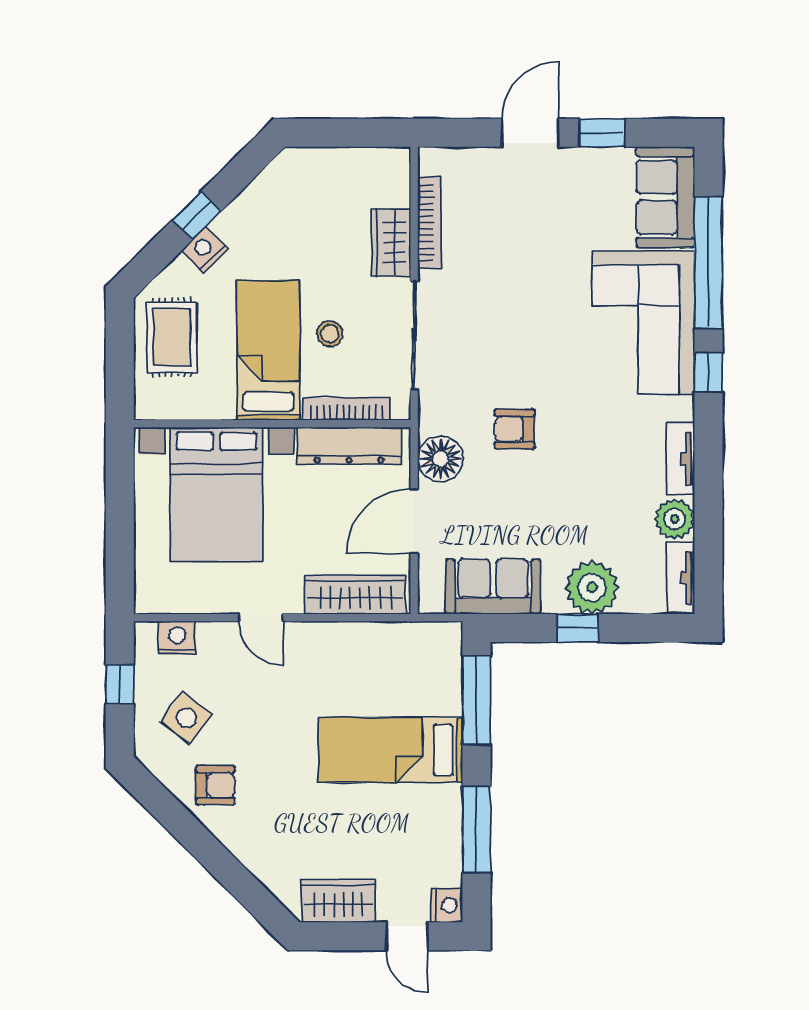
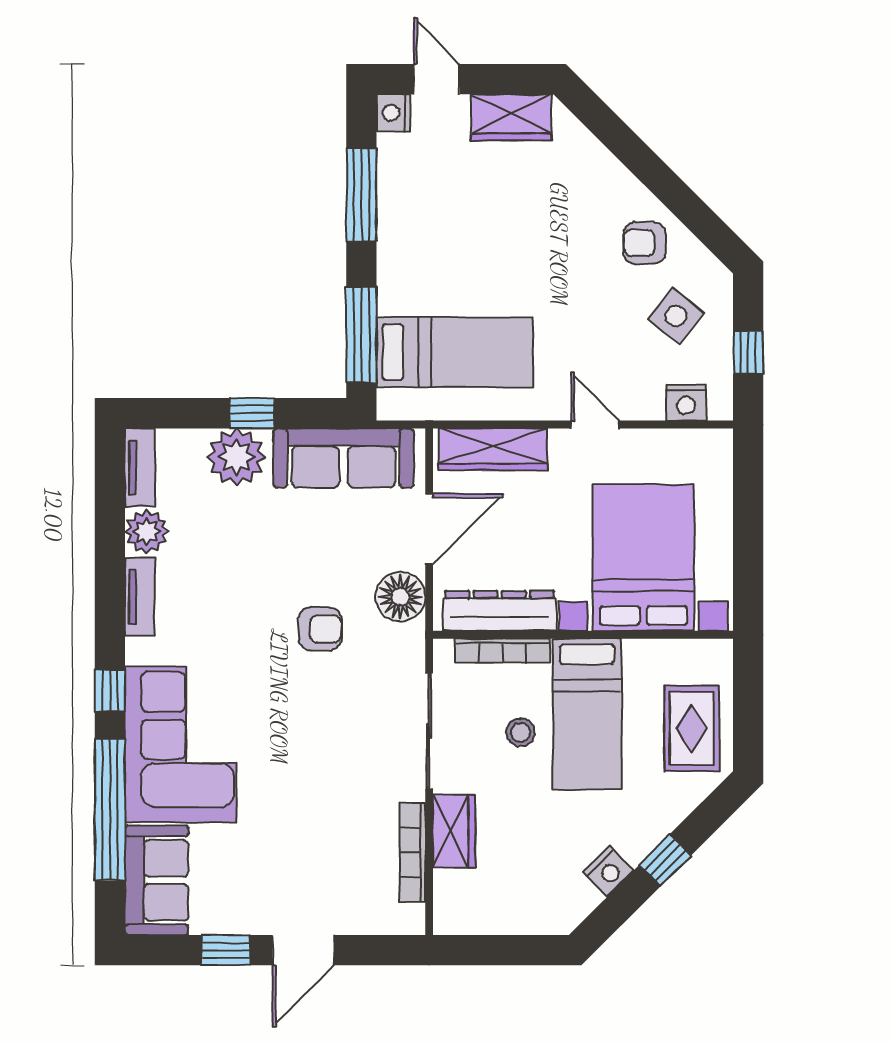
nightstand: (205, 249) -> (608, 871), moved
sofa: (493, 587) -> (344, 458), width x1.36
bed: (391, 750) -> (455, 352), moved

